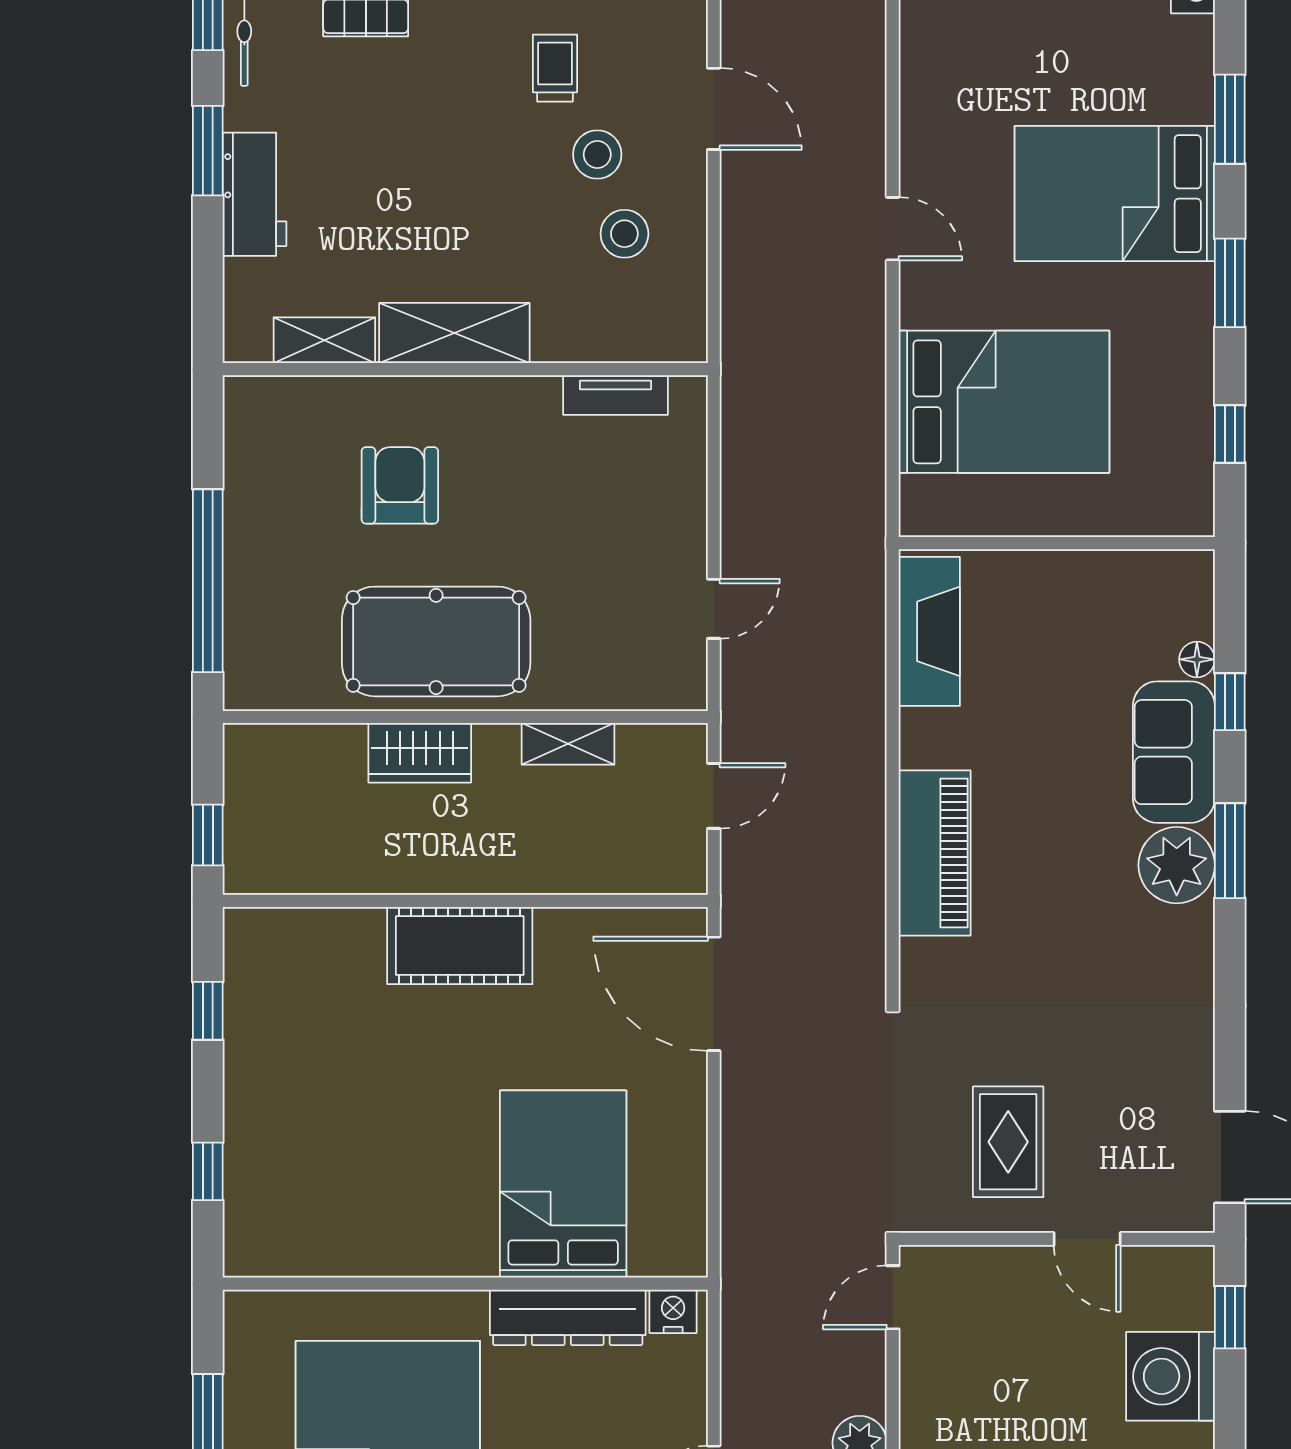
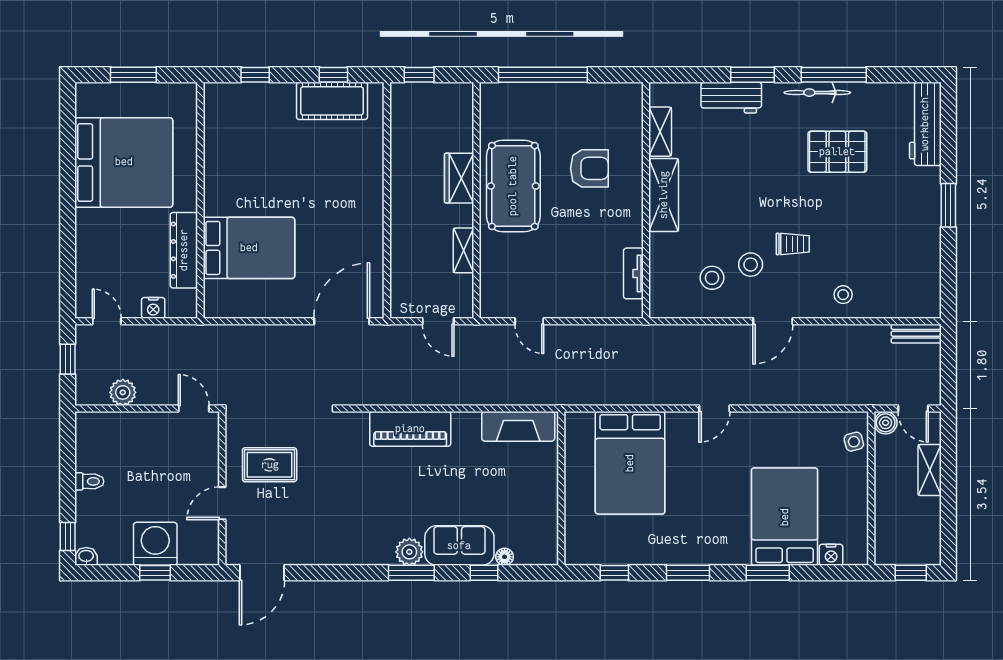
bed: (1115, 194) -> (785, 517), moved
plant: (1177, 865) -> (409, 552), width x0.73, depth x0.73
cot: (460, 946) -> (332, 101), moved, turned 90
nightstand: (673, 1311) -> (153, 308), moved, turned 90
window: (1230, 1317) -> (155, 573), moved

